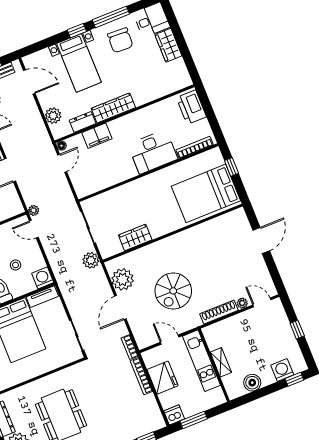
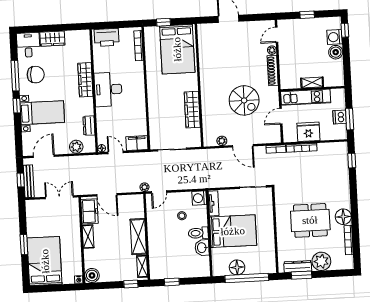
wardrobe: (113, 108) -> (85, 80), moved
filing cabinet: (97, 136) -> (137, 143), moved, turned -90
desk: (153, 152) -> (108, 89), moved, turned 180
wardrobe: (135, 237) -> (192, 110), width x1.50
plant: (91, 260) -> (198, 156), removed
plant: (123, 279) -> (222, 141), width x0.53, depth x0.53
boiler: (252, 383) -> (336, 52), moved
dishwasher: (174, 415) -> (340, 117), moved

